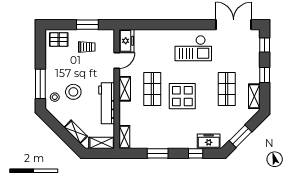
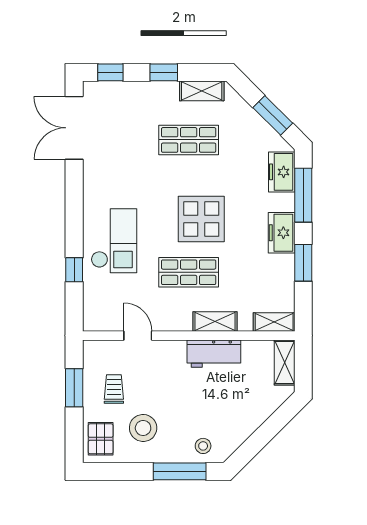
window: (154, 25) -> (74, 270), added
freezer: (127, 41) -> (282, 233), moved, turned -90
checkout: (193, 48) -> (114, 241), moved
shelving: (125, 89) -> (215, 321), moved
stool: (73, 92) -> (143, 428), moved
workbench: (107, 103) -> (214, 354), width x0.73
shelving: (76, 132) -> (265, 409), removed
window: (196, 153) -> (303, 195), width x2.17

